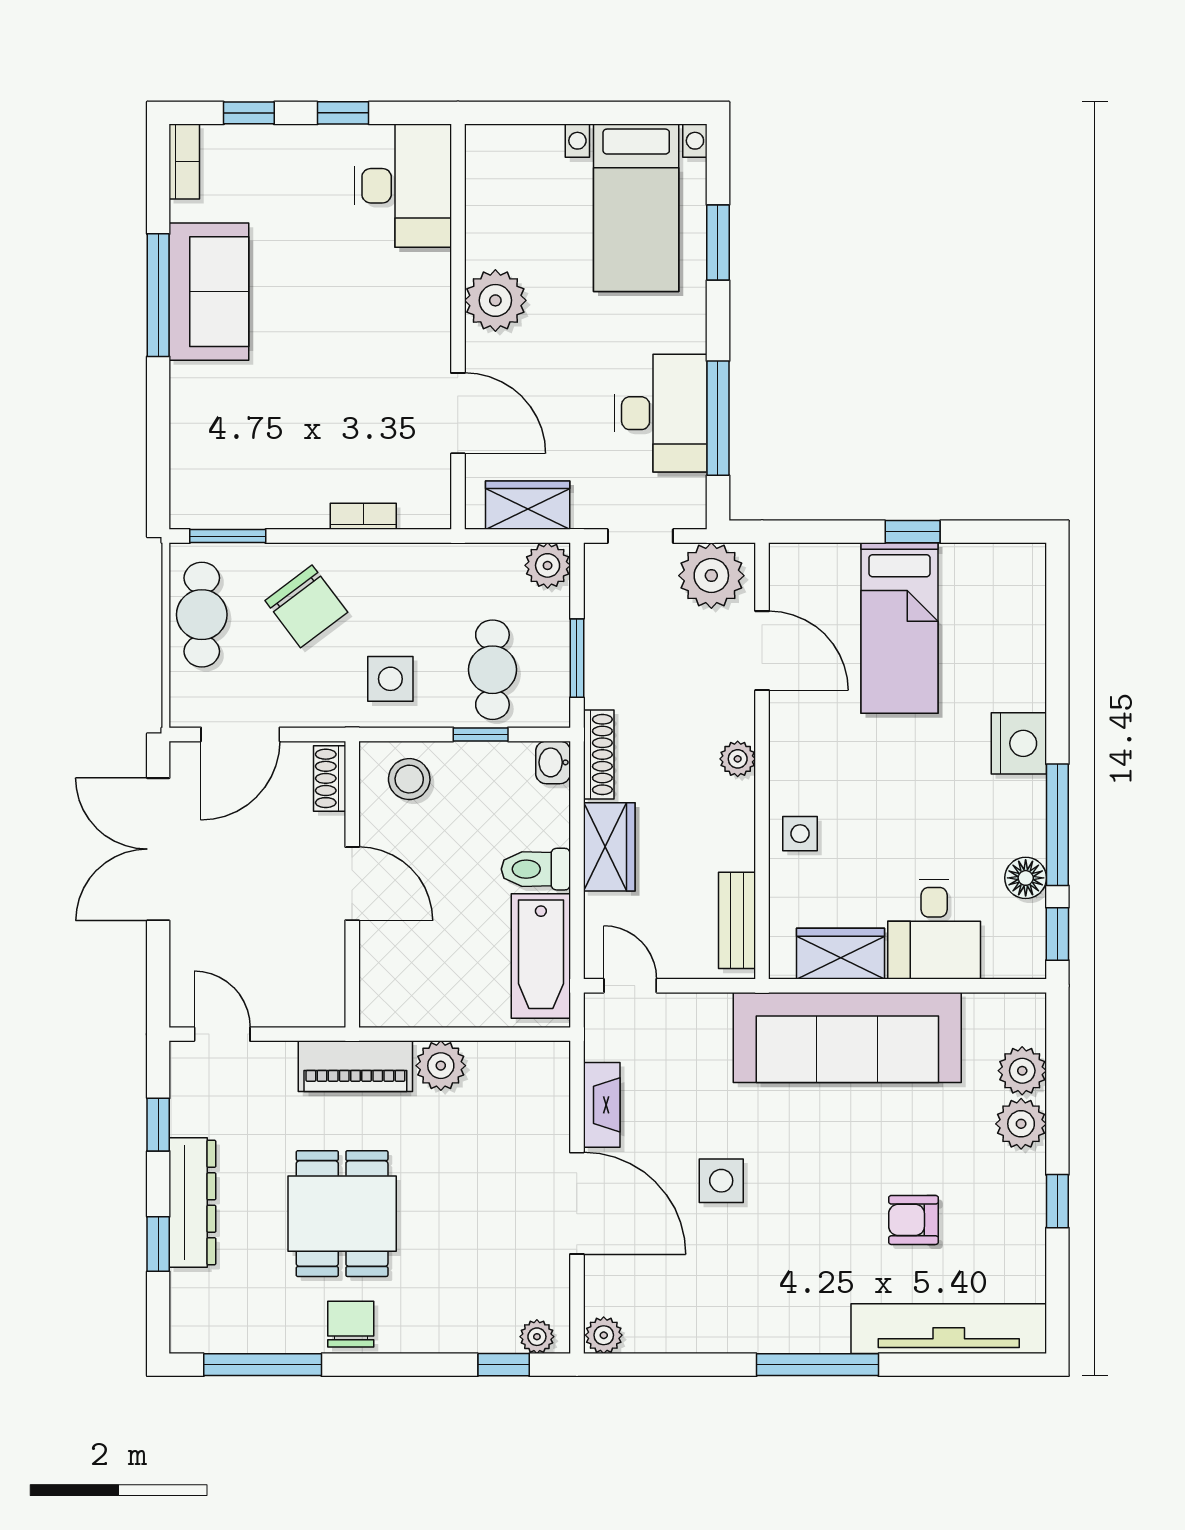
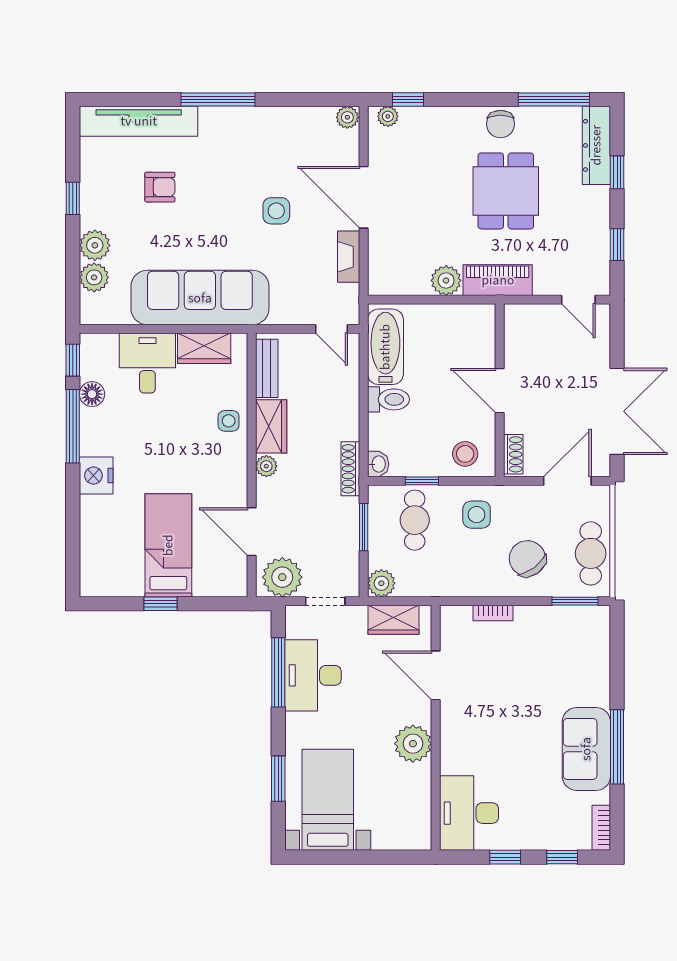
wardrobe: (609, 847) -> (271, 426), moved, turned 180
dresser: (192, 1203) -> (596, 145), moved

